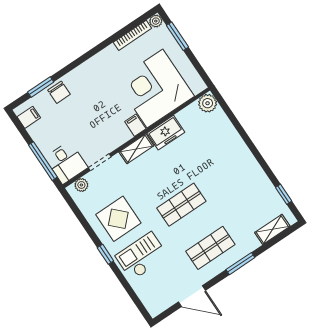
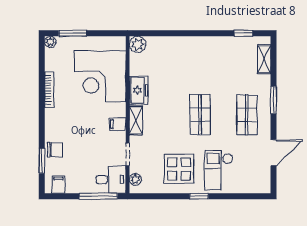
bookcase: (132, 35) -> (49, 90), moved
filing cabinet: (135, 125) -> (118, 124), moved

